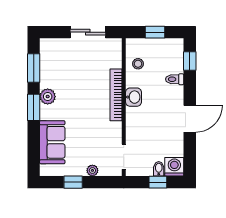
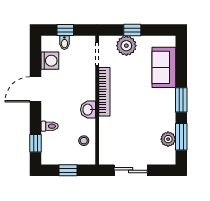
bookcase: (116, 95) -> (104, 92), moved
plant: (48, 97) -> (168, 139), moved
washing machine: (174, 167) -> (50, 61), moved, turned -90
plant: (92, 170) -> (126, 46), width x1.88, depth x1.88
window: (73, 182) -> (132, 30), moved

